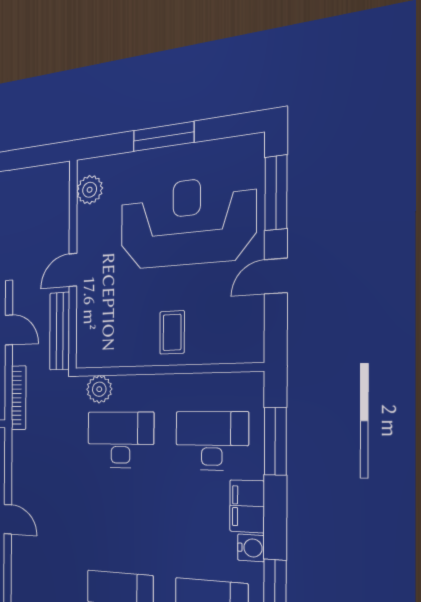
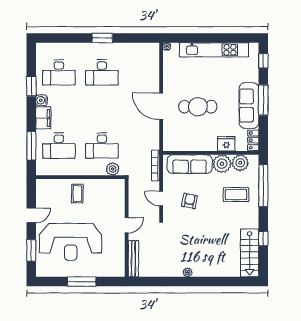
plant: (90, 190) -> (118, 262), removed
window: (276, 193) -> (31, 250), width x0.69
bench: (60, 331) -> (133, 259), moved
door: (8, 519) -> (161, 106), width x1.88

